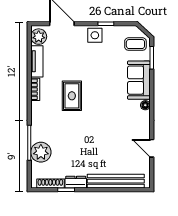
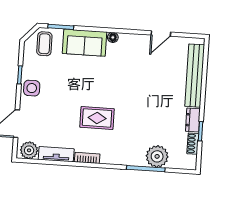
shoe rack: (50, 184) -> (193, 144), width x0.70

